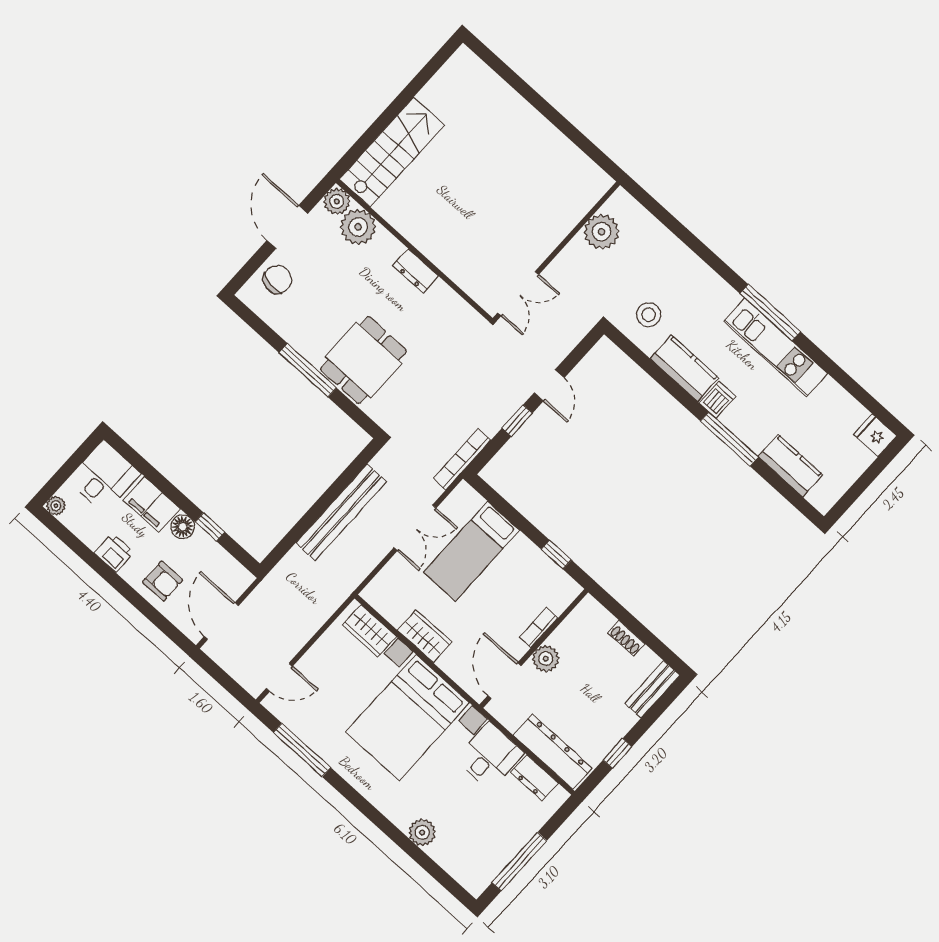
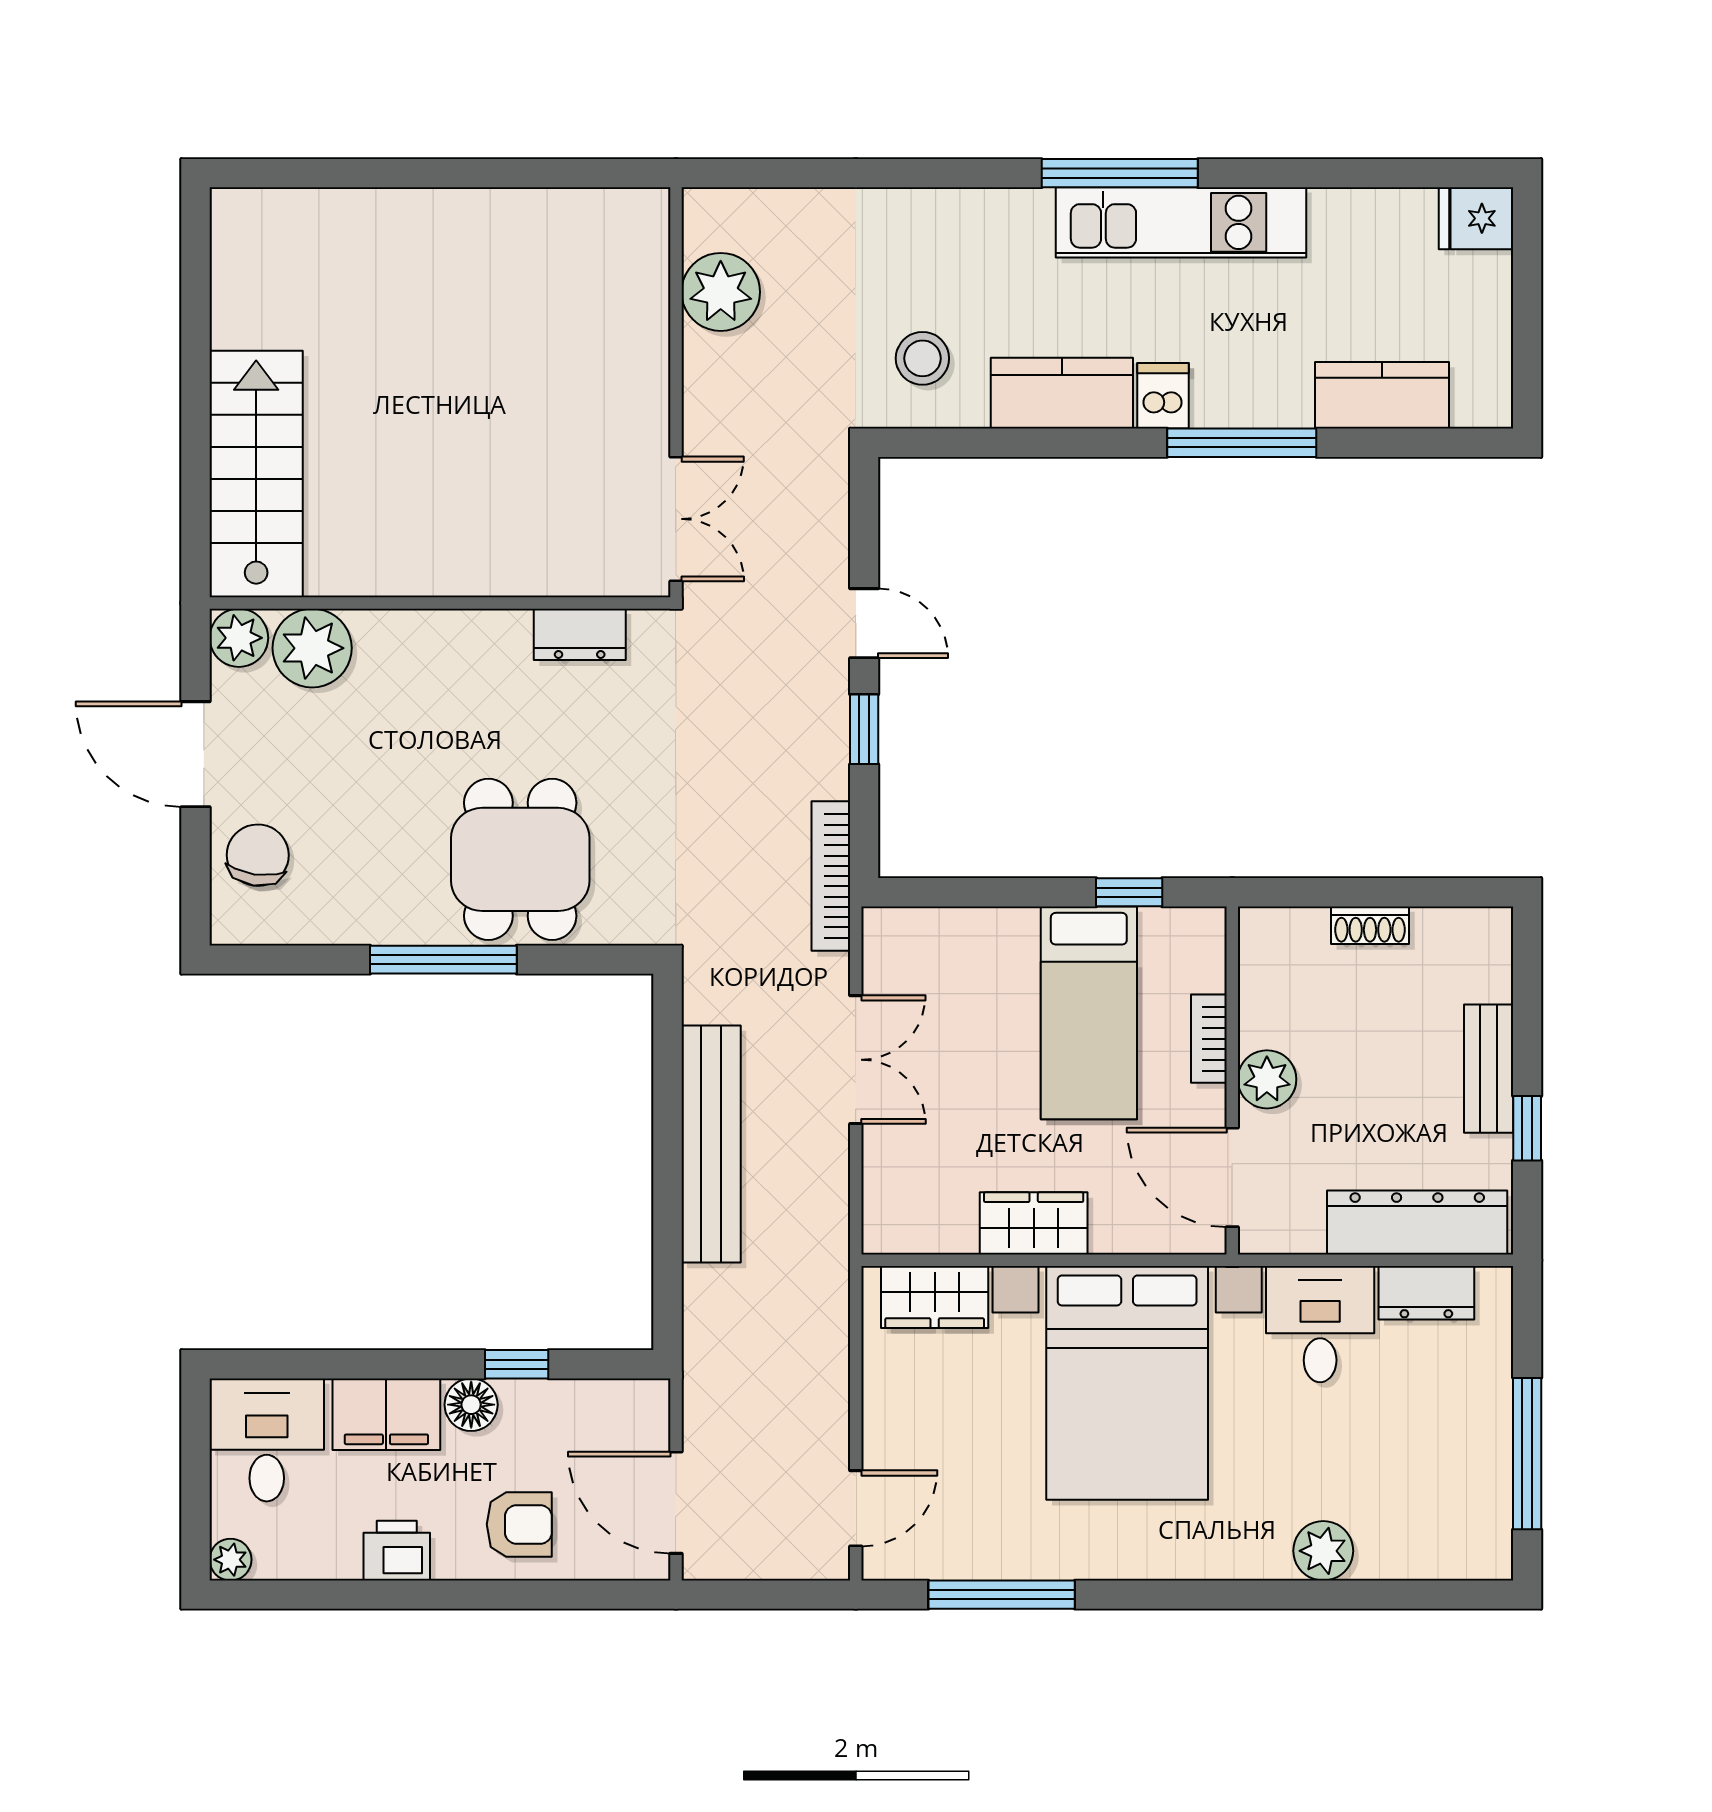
dresser: (416, 271) -> (580, 634), moved
bed: (472, 551) -> (1089, 1013), moved
bench: (652, 689) -> (1489, 1069), moved

